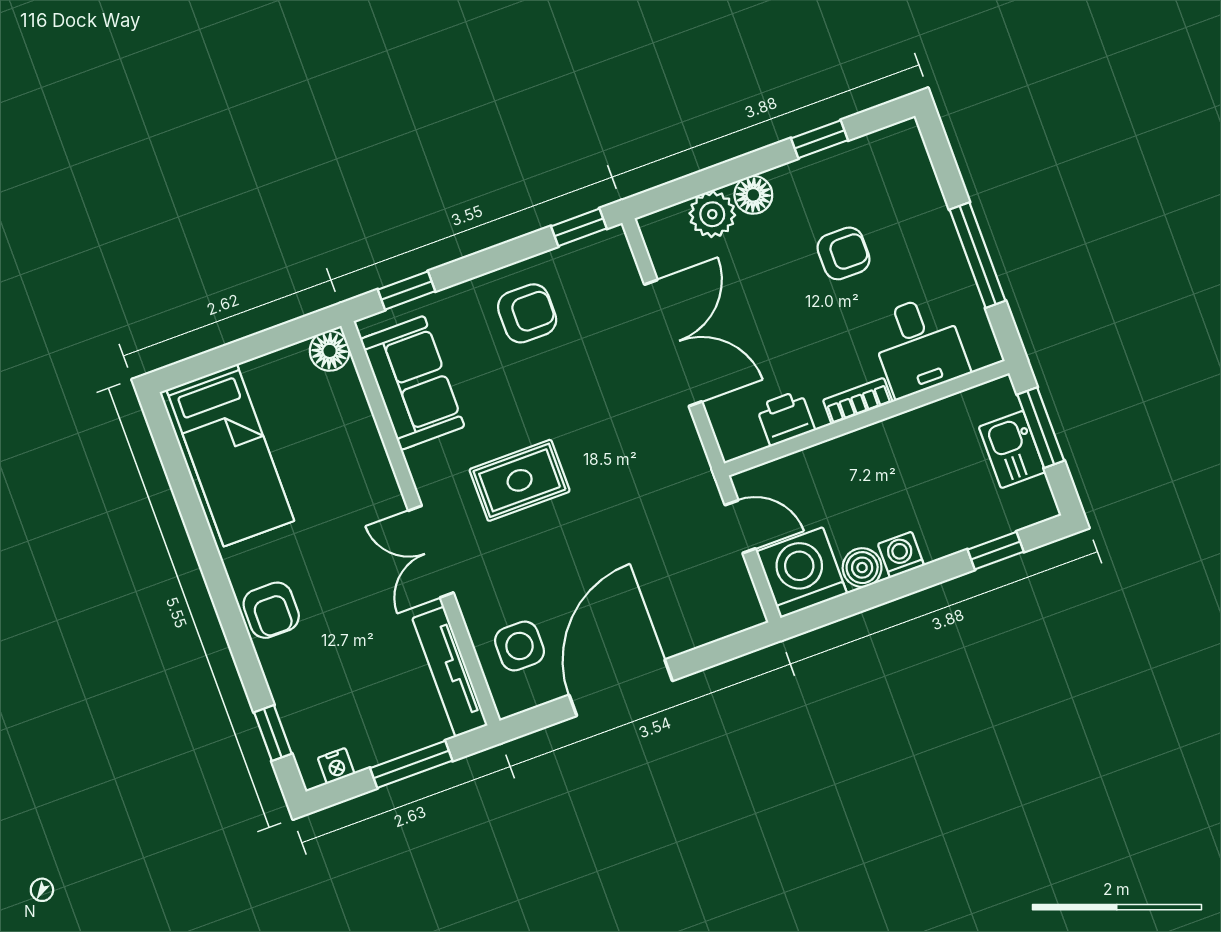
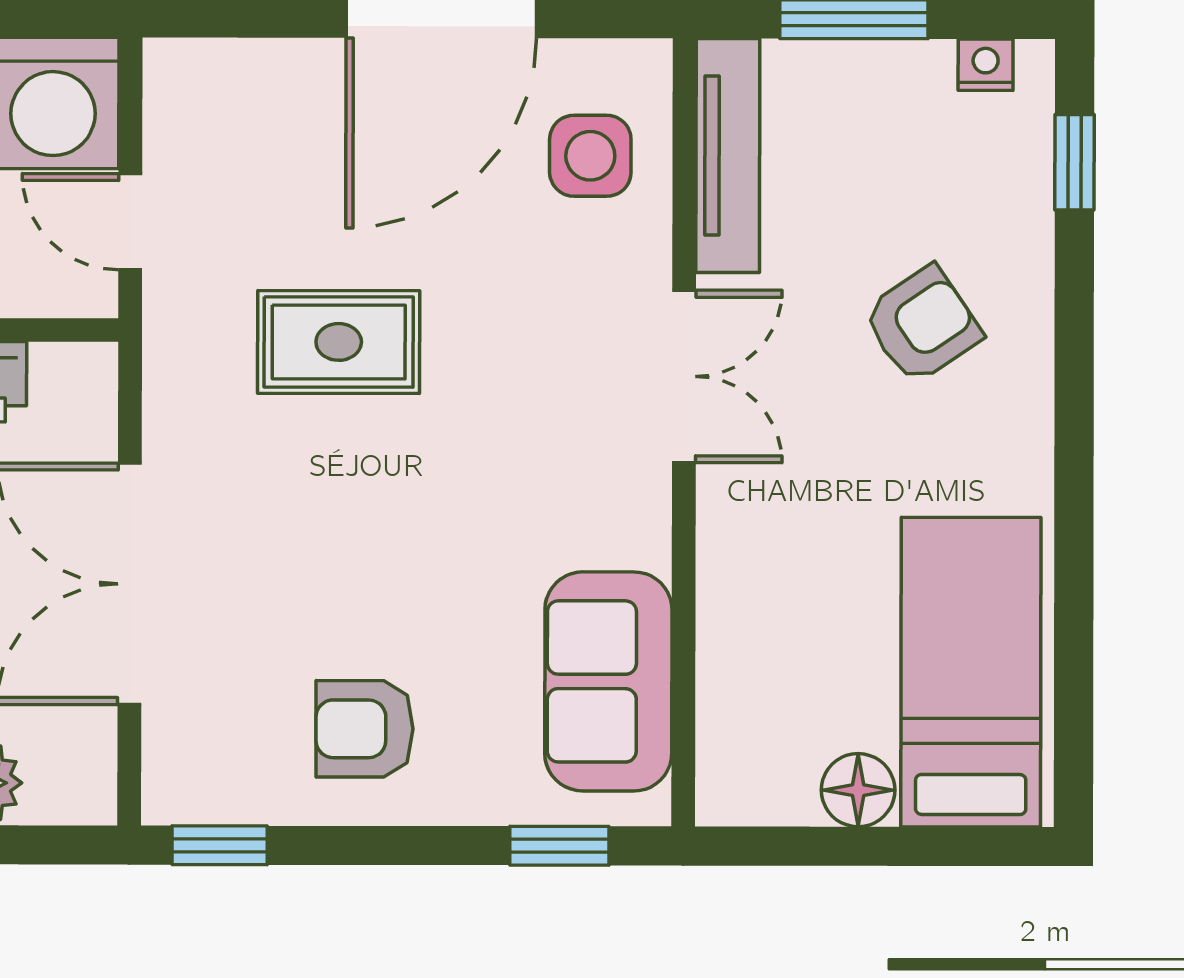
floor lamp: (330, 351) -> (858, 790), moved
rug: (520, 480) -> (339, 342), moved
armchair: (271, 610) -> (922, 325), moved, turned 56

